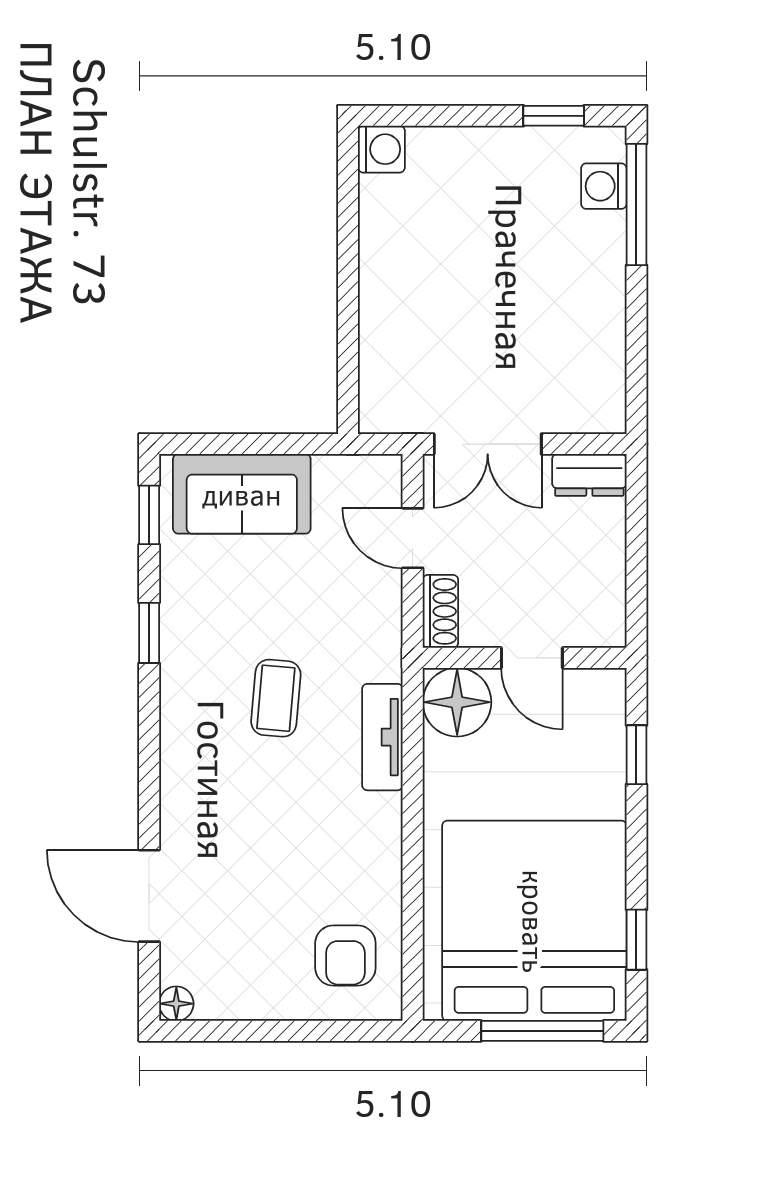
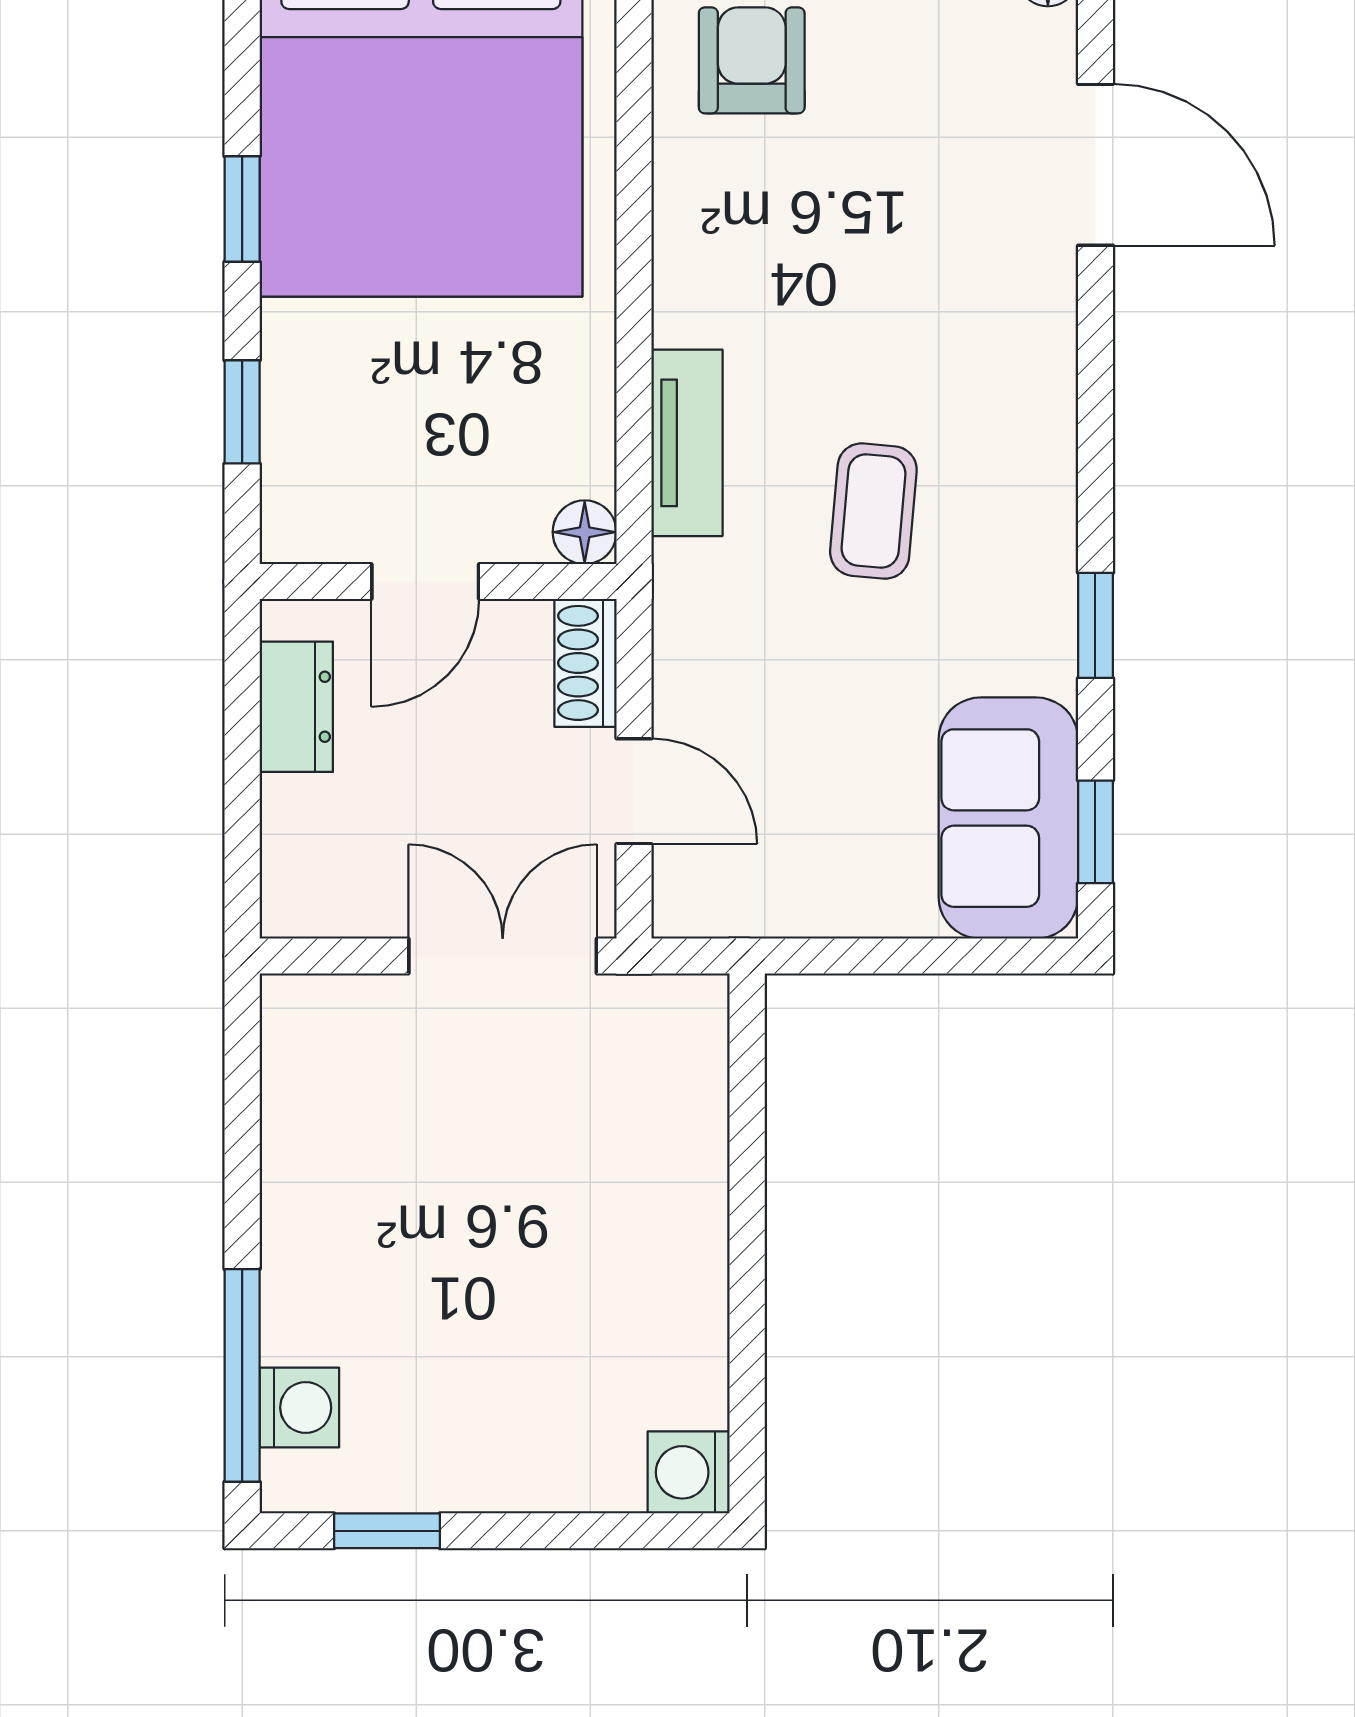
dresser: (589, 475) -> (296, 707), moved, turned 90
sofa: (242, 494) -> (1008, 818), moved, turned -90
door: (532, 658) -> (425, 582), swing flipped
floor lamp: (457, 702) -> (585, 532), width x0.53, depth x0.53
window: (636, 940) -> (242, 209), moved

